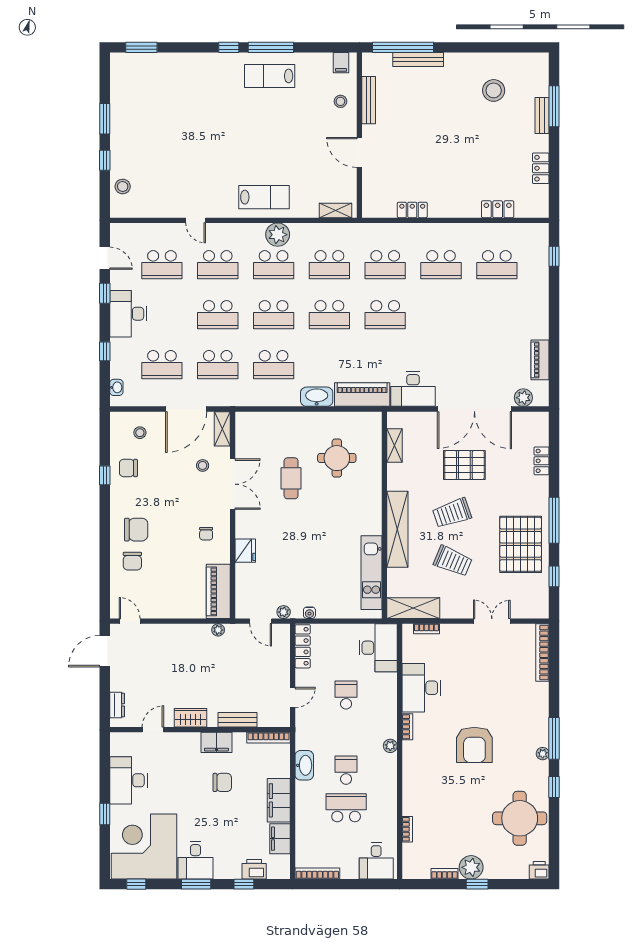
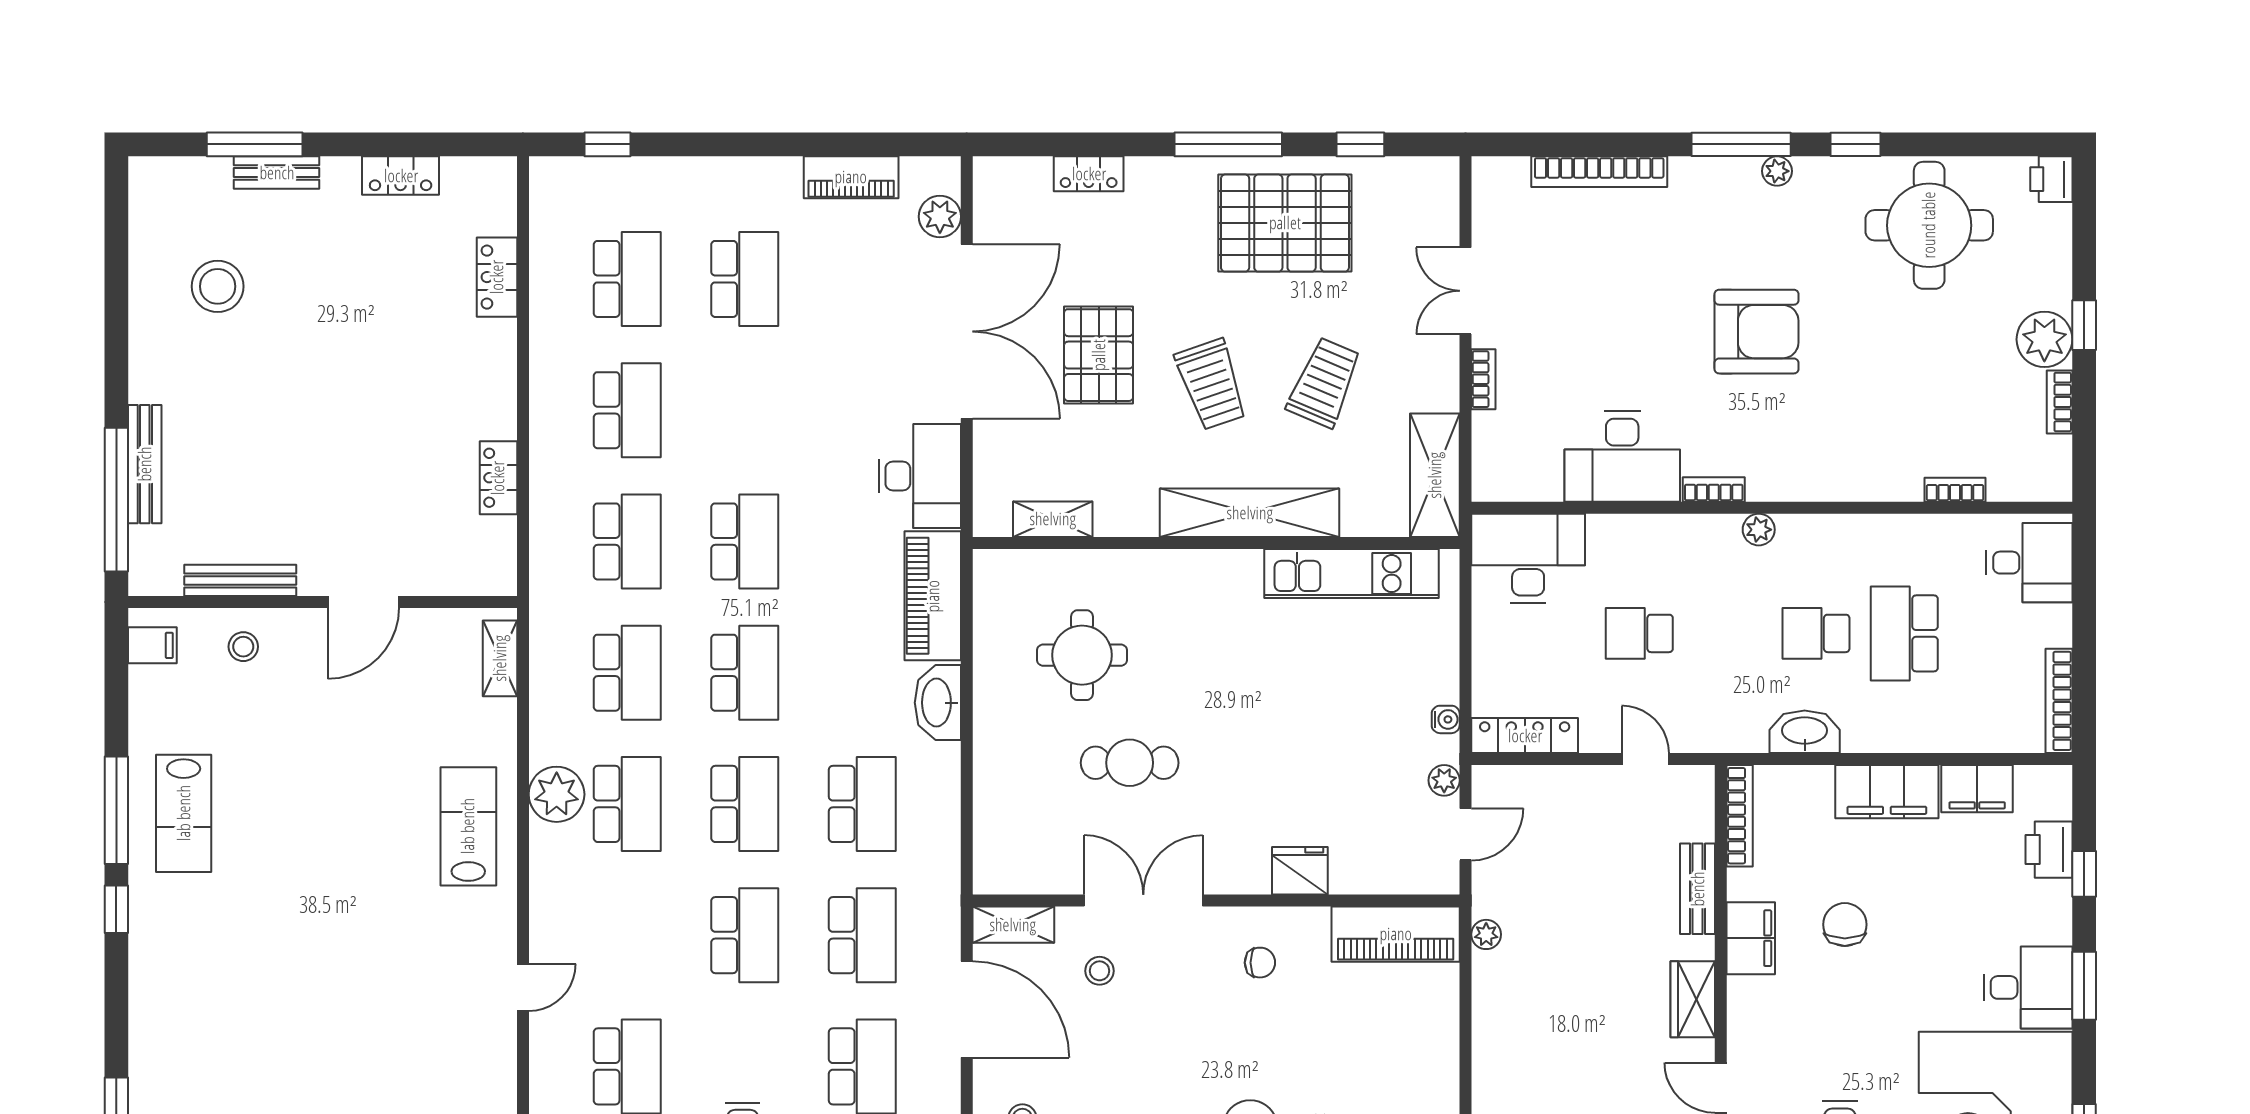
school desk: (218, 265) -> (745, 279), moved
bookcase: (427, 629) -> (1483, 379), moved
bookcase: (542, 652) -> (1599, 172), moved

